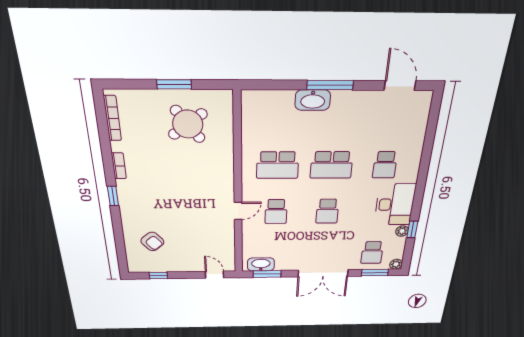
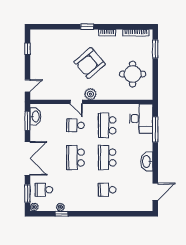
window: (174, 84) -> (155, 49), moved
window: (330, 85) -> (155, 129), moved
washbasin: (313, 100) -> (147, 161), moved
round table: (188, 124) -> (133, 74), turned 37
plant: (225, 191) -> (90, 94), added
desk: (395, 205) -> (141, 119), moved, turned -90
school desk: (327, 211) -> (76, 158), width x1.85
armchair: (152, 242) -> (90, 63), moved, width x1.88, depth x1.88
double door: (323, 273) -> (27, 158), swing flipped

